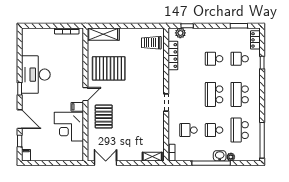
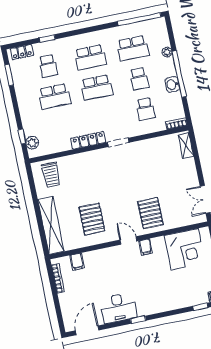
shelving: (103, 34) -> (51, 225), width x1.47
filing cabinet: (77, 49) -> (77, 262), added
locker: (173, 56) -> (88, 140), moved
school desk: (214, 59) -> (54, 96), width x1.85
pallet: (109, 68) -> (92, 219), width x0.73, depth x0.71
desk: (36, 75) -> (118, 308), width x0.73, depth x0.77
pallet: (104, 117) -> (150, 213), turned 90
door: (20, 119) -> (87, 330), moved
corner desk: (69, 127) -> (185, 249), moved
washbasin: (220, 156) -> (172, 84), moved

